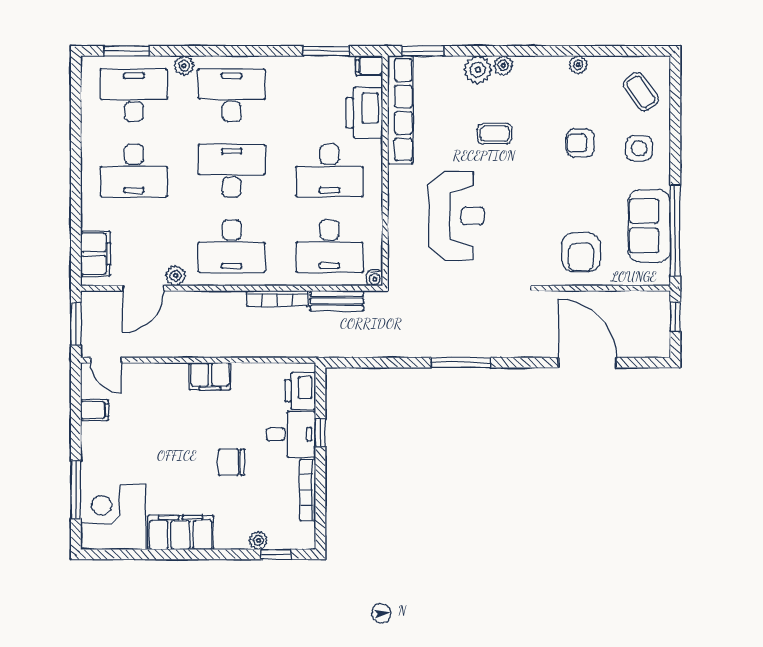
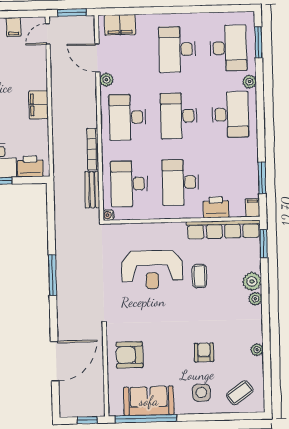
printer: (364, 113) -> (216, 207), width x0.73, depth x0.84
coffee table: (495, 134) -> (200, 276), moved
desk: (232, 171) -> (179, 116), turned 180

